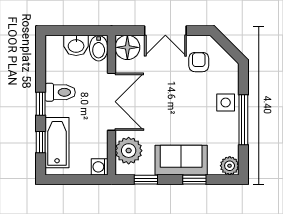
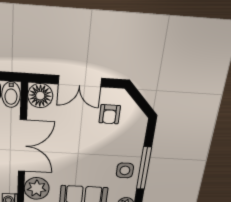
armchair: (199, 62) -> (110, 114), turned 180
side table: (226, 103) -> (125, 170), moved

